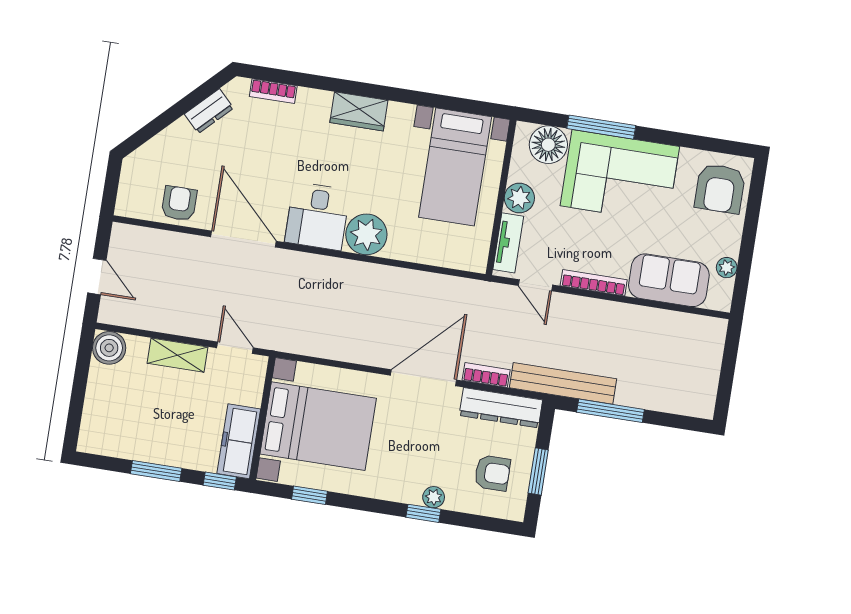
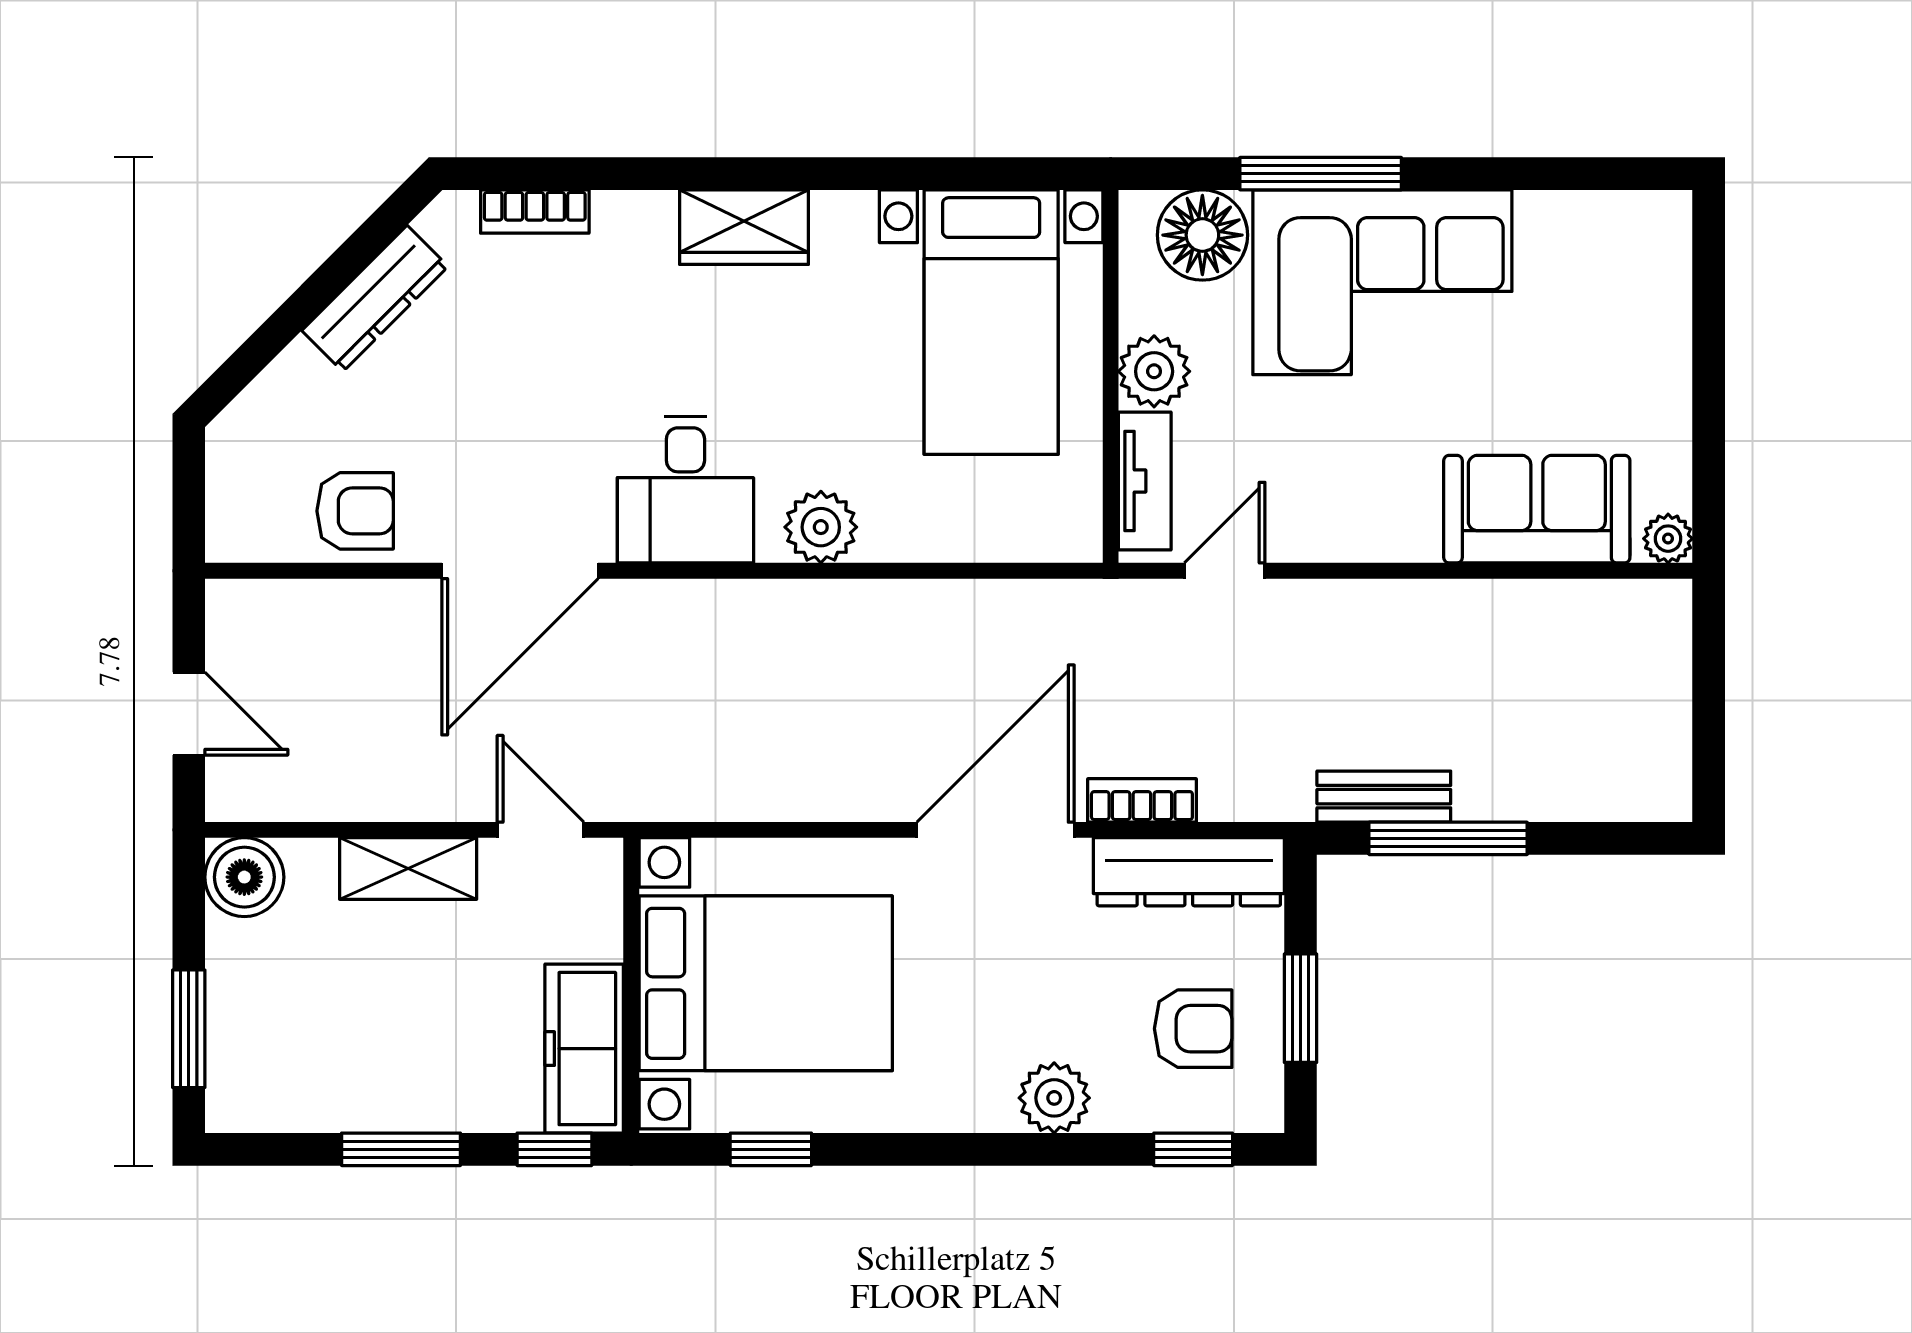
dresser: (209, 111) -> (375, 298), width x1.44
armchair: (720, 188) -> (1623, 274), removed
armchair: (179, 203) -> (355, 511), turned 90
plant: (366, 234) -> (821, 527), width x0.73, depth x0.73
door: (243, 239) -> (520, 571), swing flipped
plant: (727, 268) -> (1668, 539), moved
bookcase: (594, 283) -> (1361, 543), removed
door: (535, 285) -> (1225, 571), swing flipped
bench: (563, 383) -> (1384, 797), width x0.54, depth x0.82
window: (76, 407) -> (189, 1029), added
plant: (434, 497) -> (1054, 1098), width x1.38, depth x1.38
window: (423, 513) -> (1193, 1149), moved

